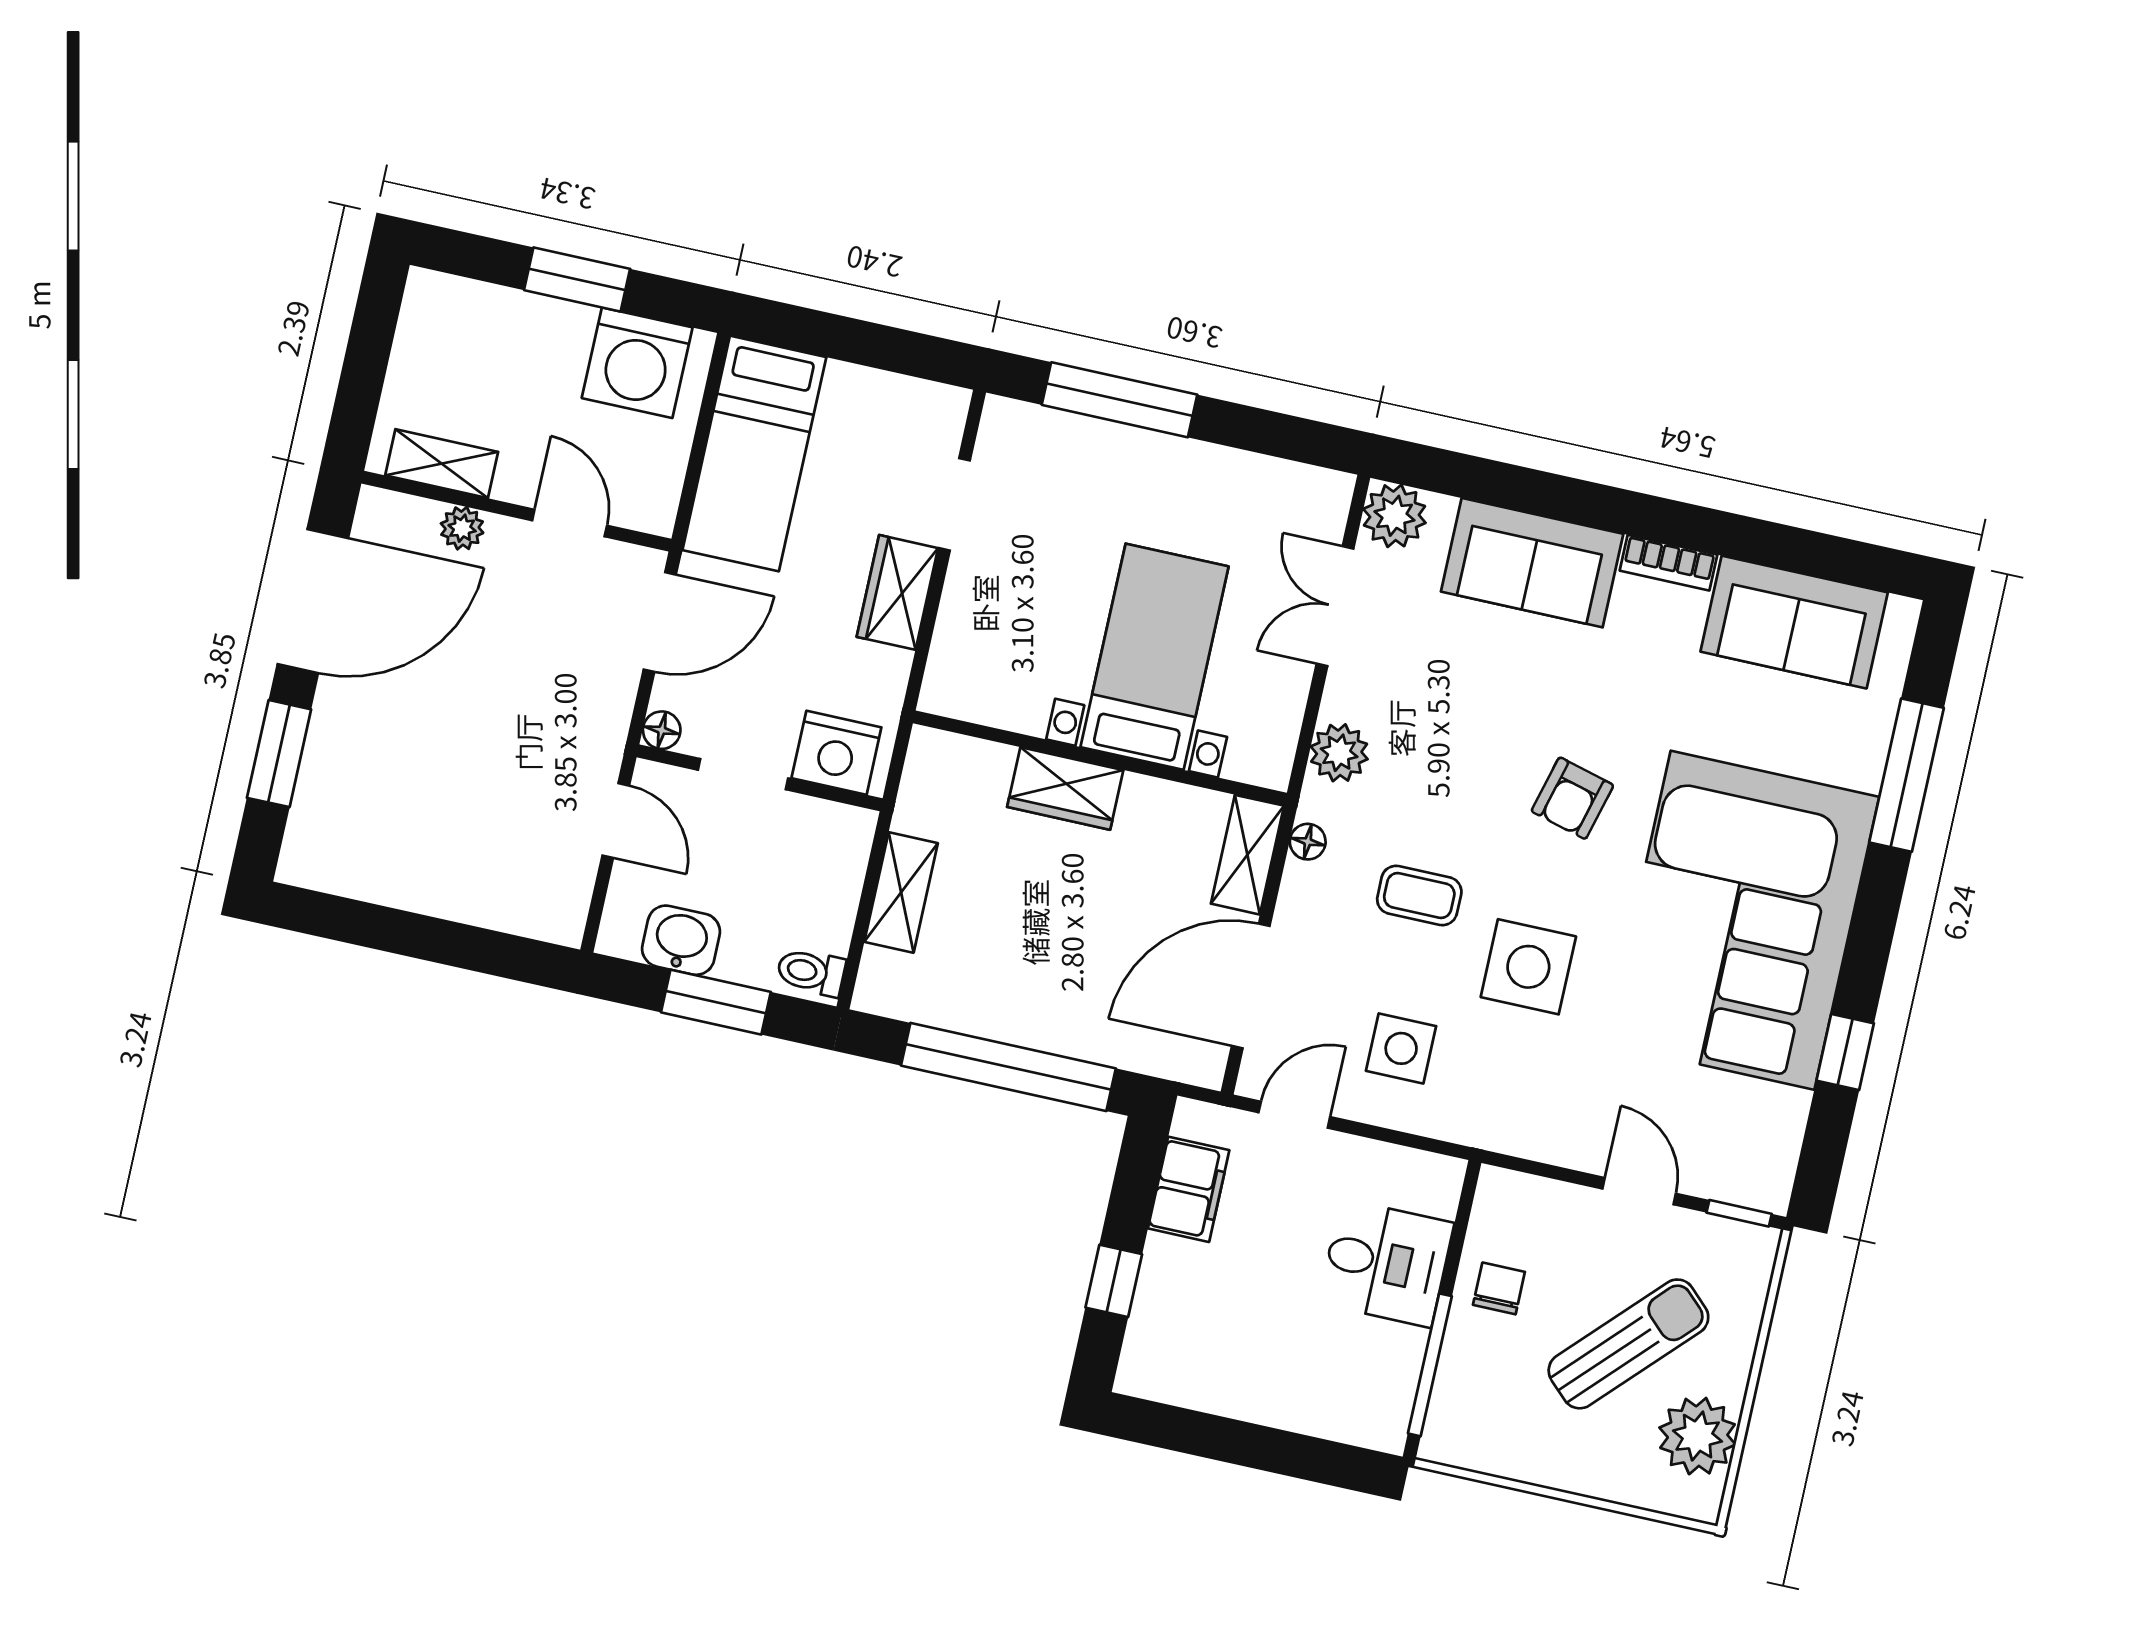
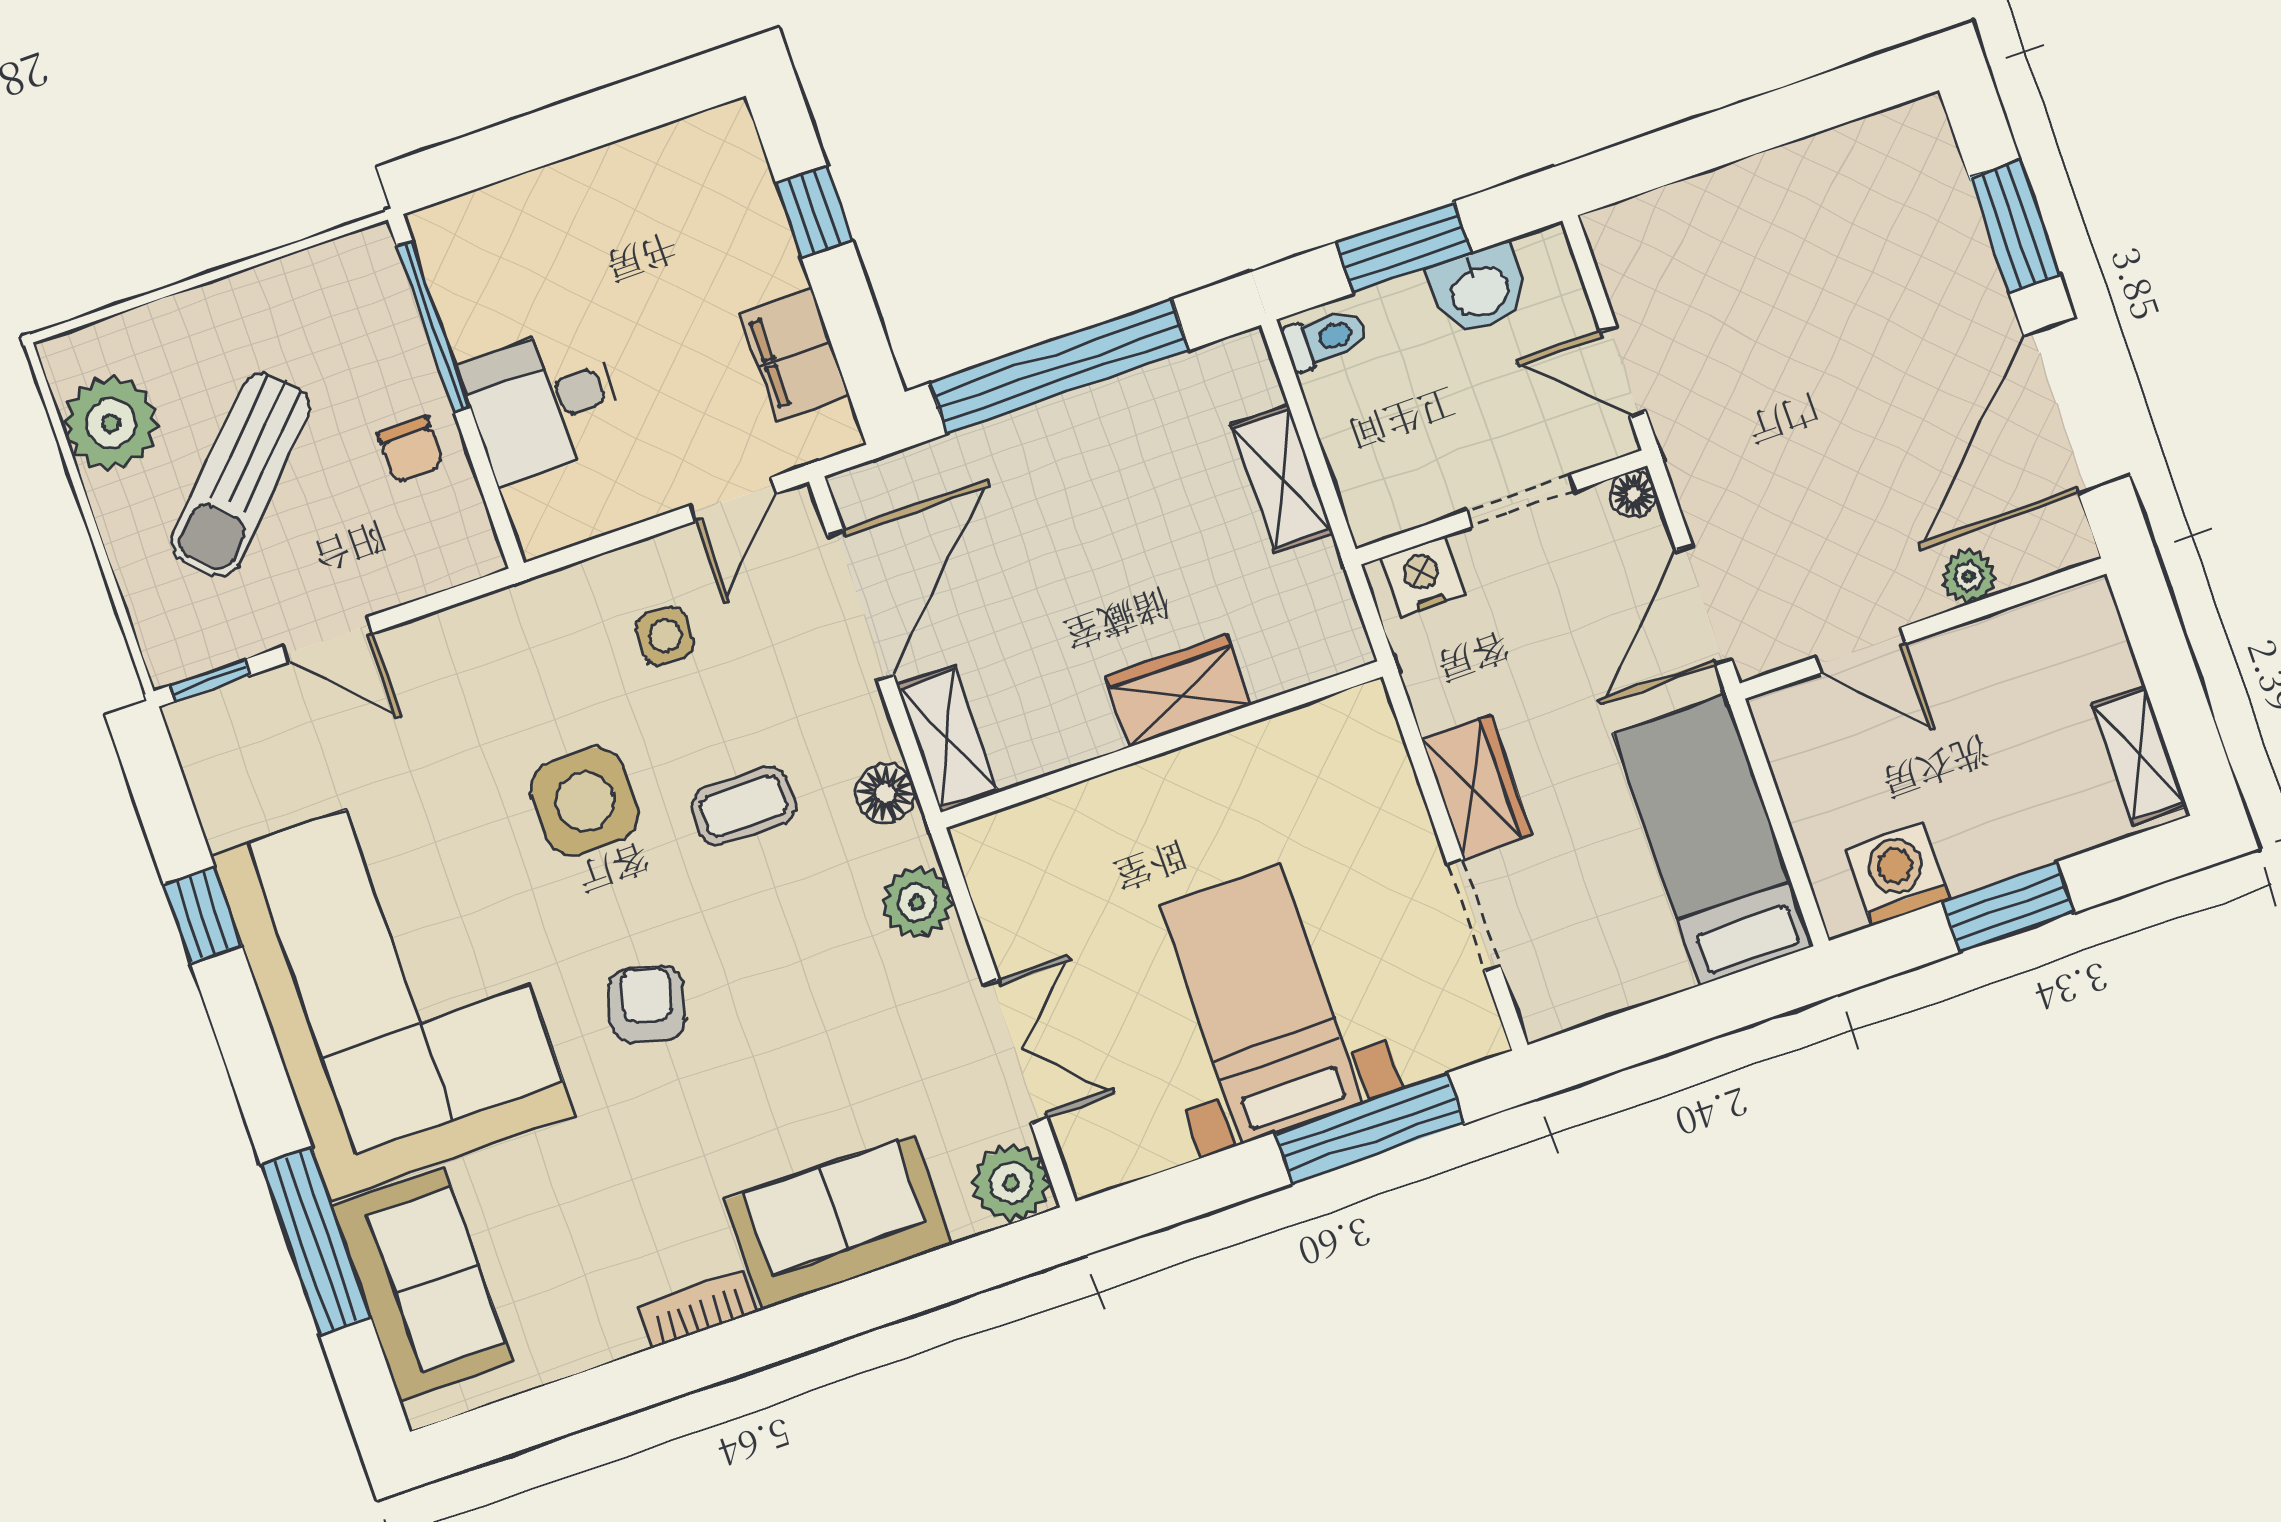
washing machine: (637, 363) -> (1898, 874), width x0.73, depth x0.73
shelving: (442, 464) -> (2139, 755), moved, turned 90
sofa: (1794, 622) -> (422, 1284), moved, turned 90
bed with nightstands: (1155, 657) -> (1261, 1004), moved, turned 180
nightstand: (836, 753) -> (1423, 577), width x0.74, depth x0.75
floor lamp: (1308, 842) -> (886, 793), width x1.37, depth x1.37
side table: (1401, 1048) -> (665, 636), width x0.73, depth x0.73

